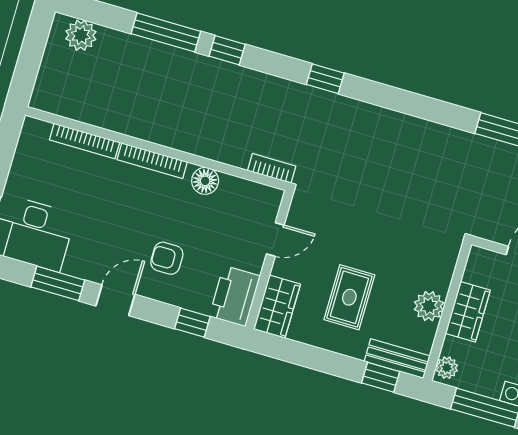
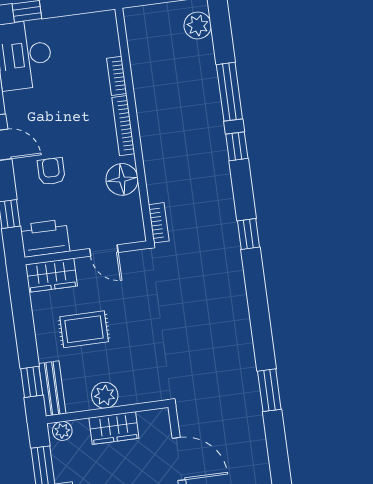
bookcase: (85, 141) -> (117, 76), width x0.64
floor lamp: (205, 181) -> (122, 179), width x1.38, depth x1.38

